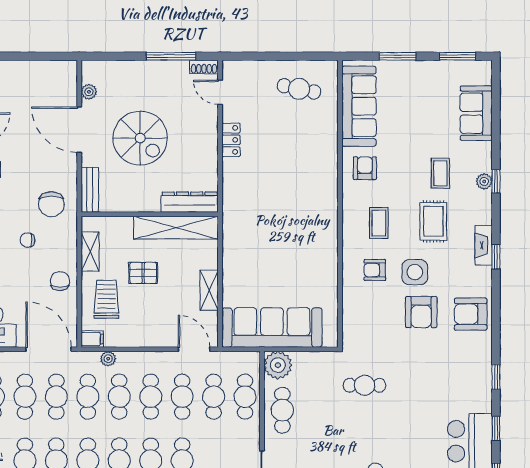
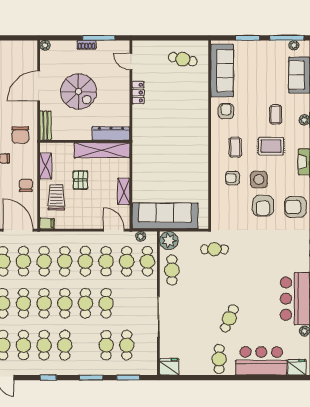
window: (458, 56) -> (287, 38), width x1.44
shoe rack: (204, 67) -> (87, 45), moved
plant: (468, 68) -> (294, 45), added
plant: (89, 92) -> (45, 45), moved
door: (79, 130) -> (39, 86), hinge flipped
rug: (433, 221) -> (271, 146), turned 90
pallet: (143, 273) -> (80, 180), turned 90
plant: (108, 359) -> (141, 236), moved
cafe table: (365, 385) -> (214, 249), moved

